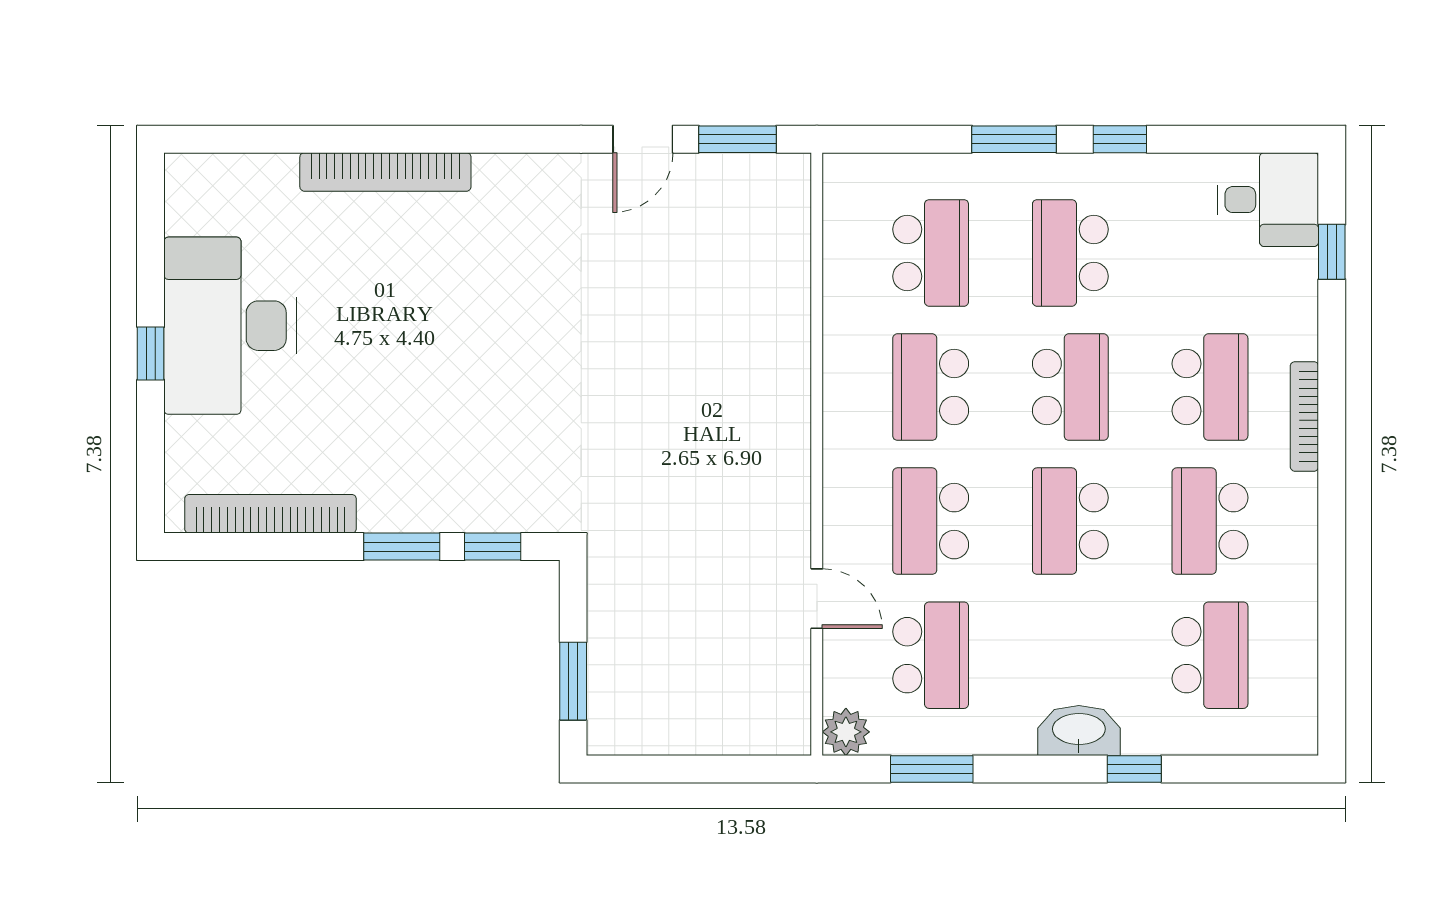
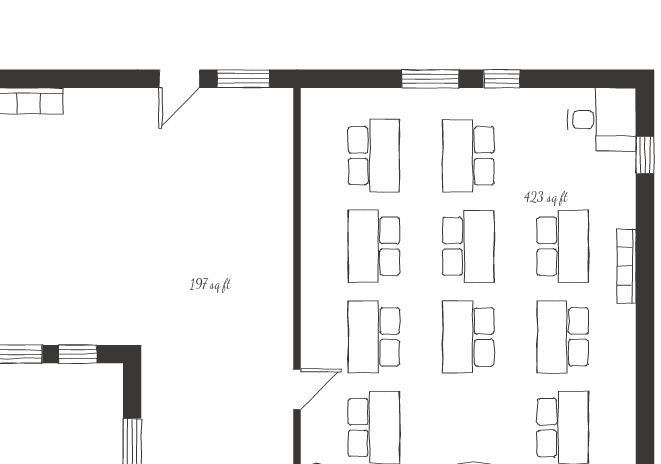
door: (817, 599) -> (297, 389), hinge flipped

